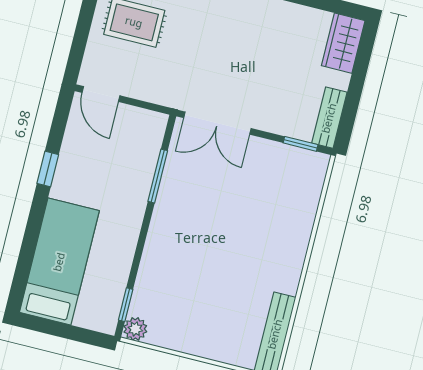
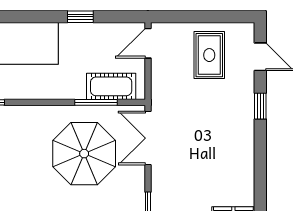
cot: (143, 153) -> (111, 86), added
parasol: (217, 206) -> (84, 154), added

